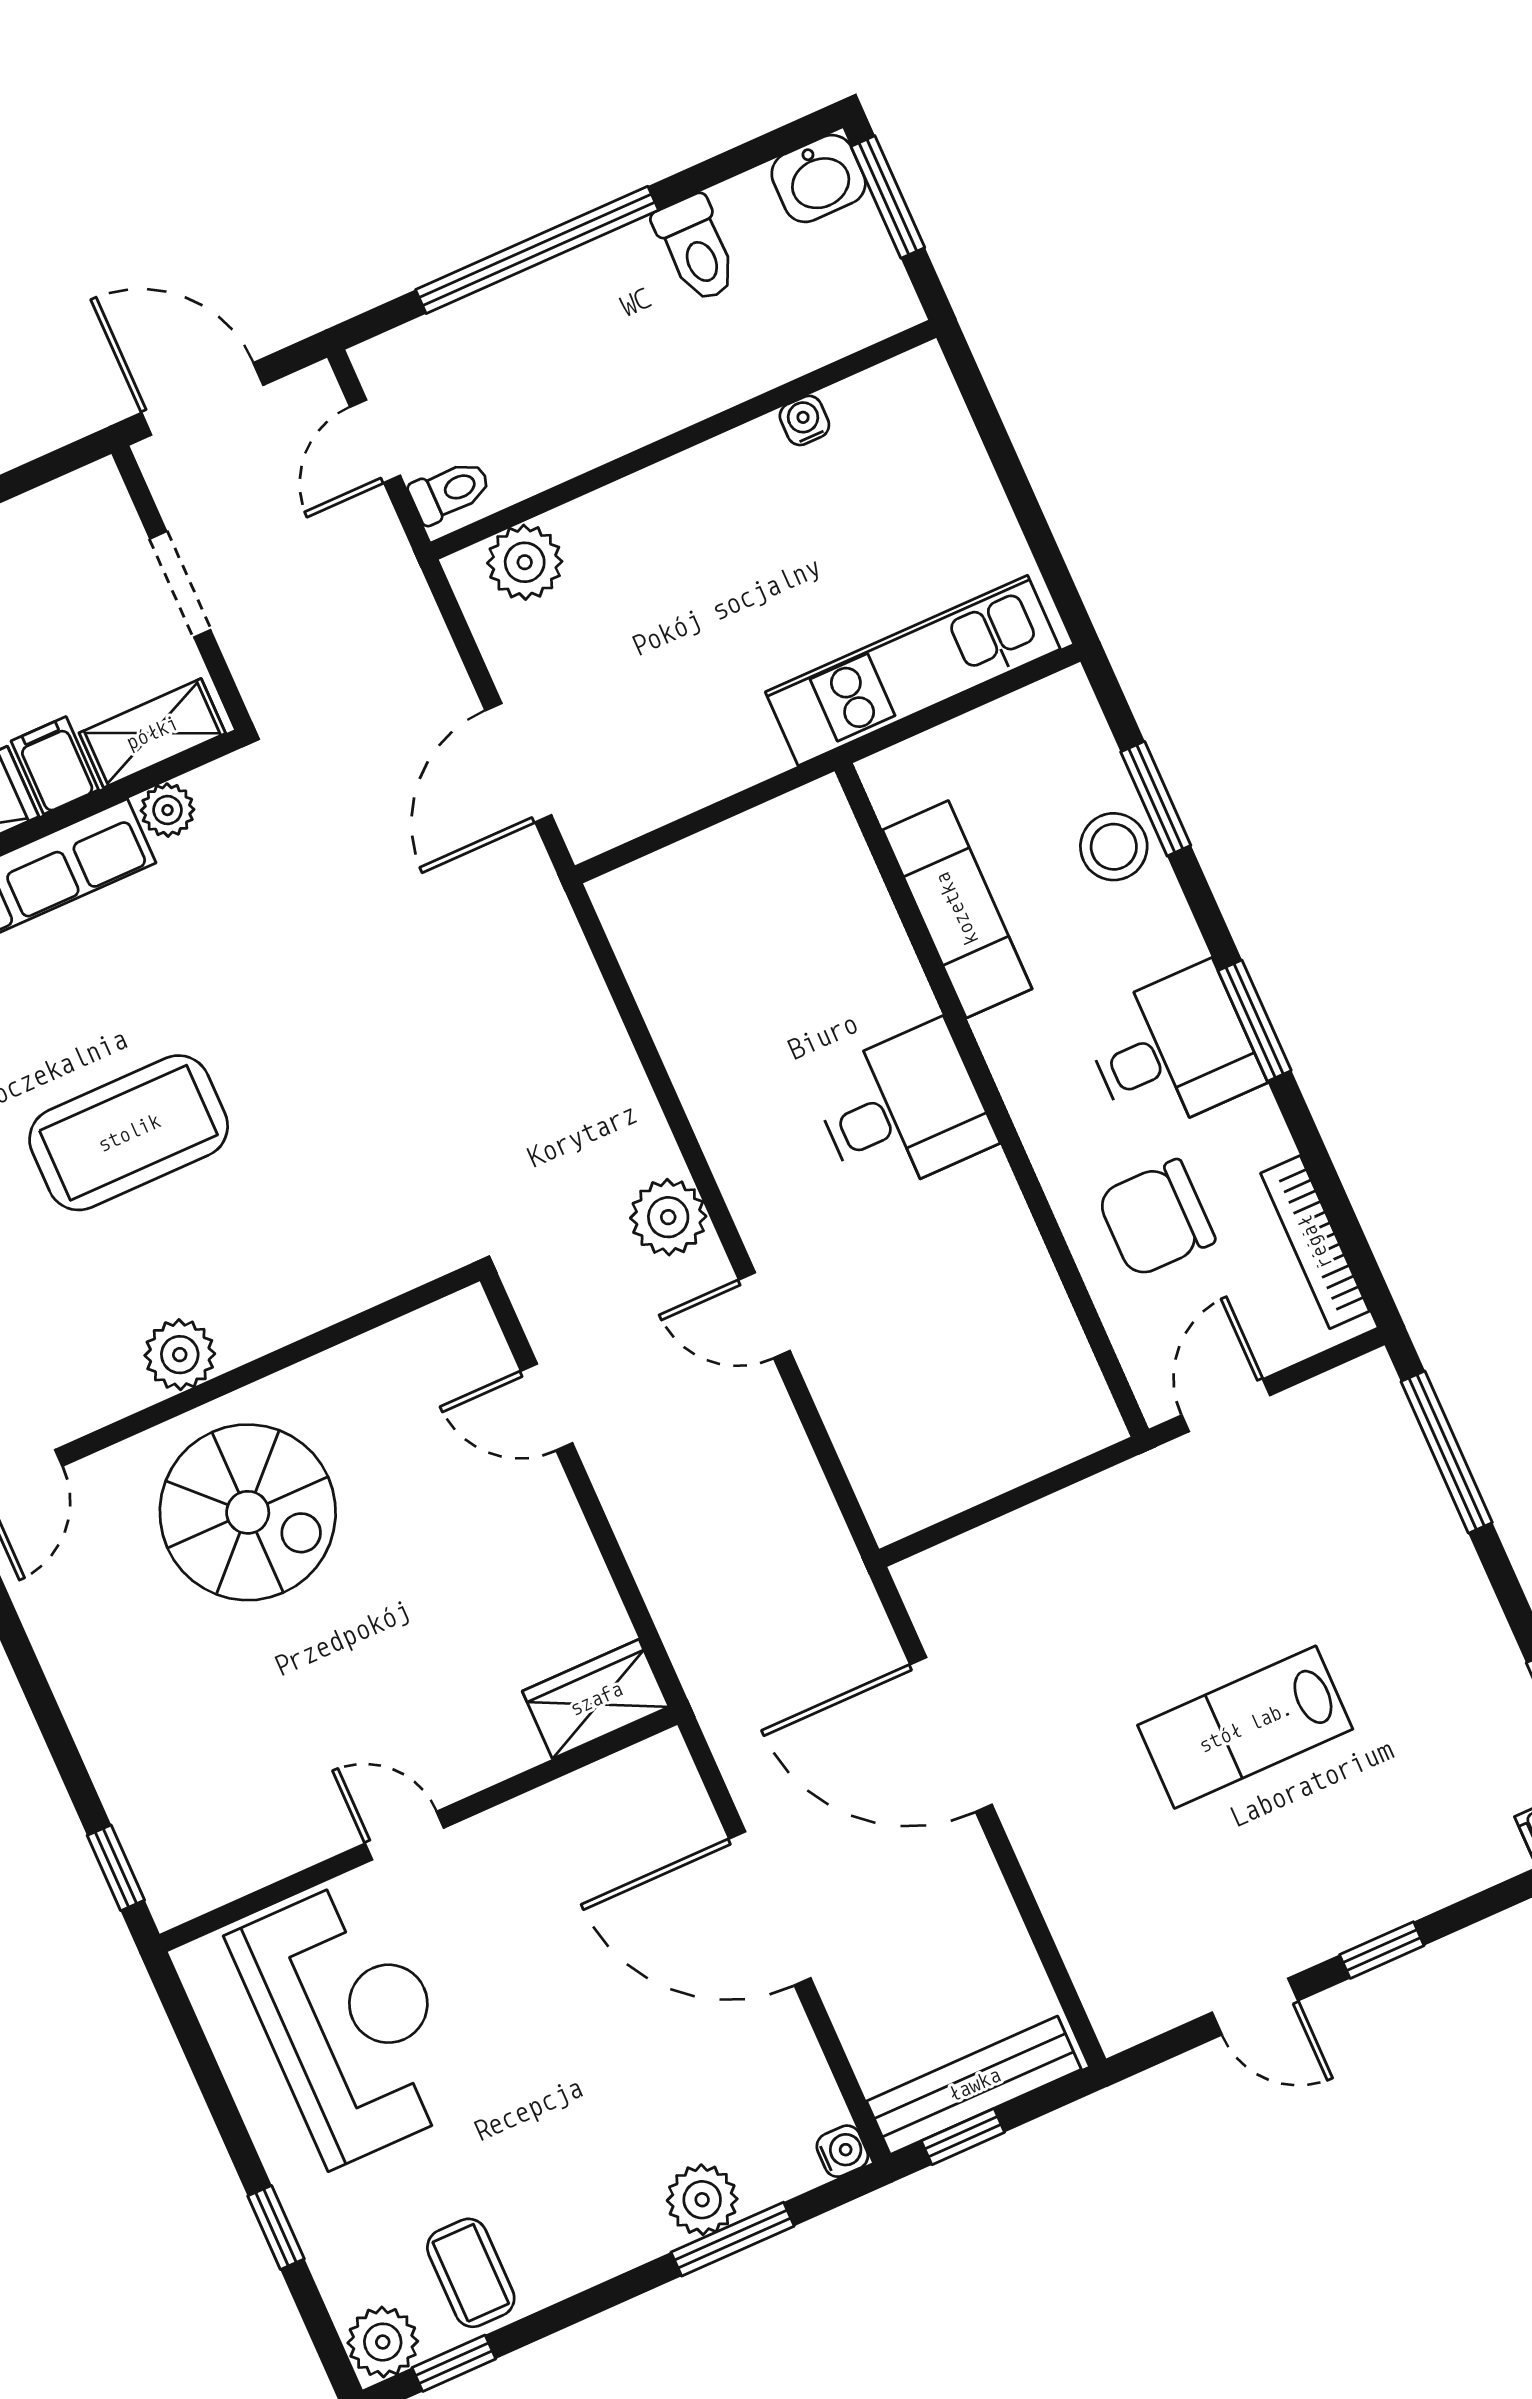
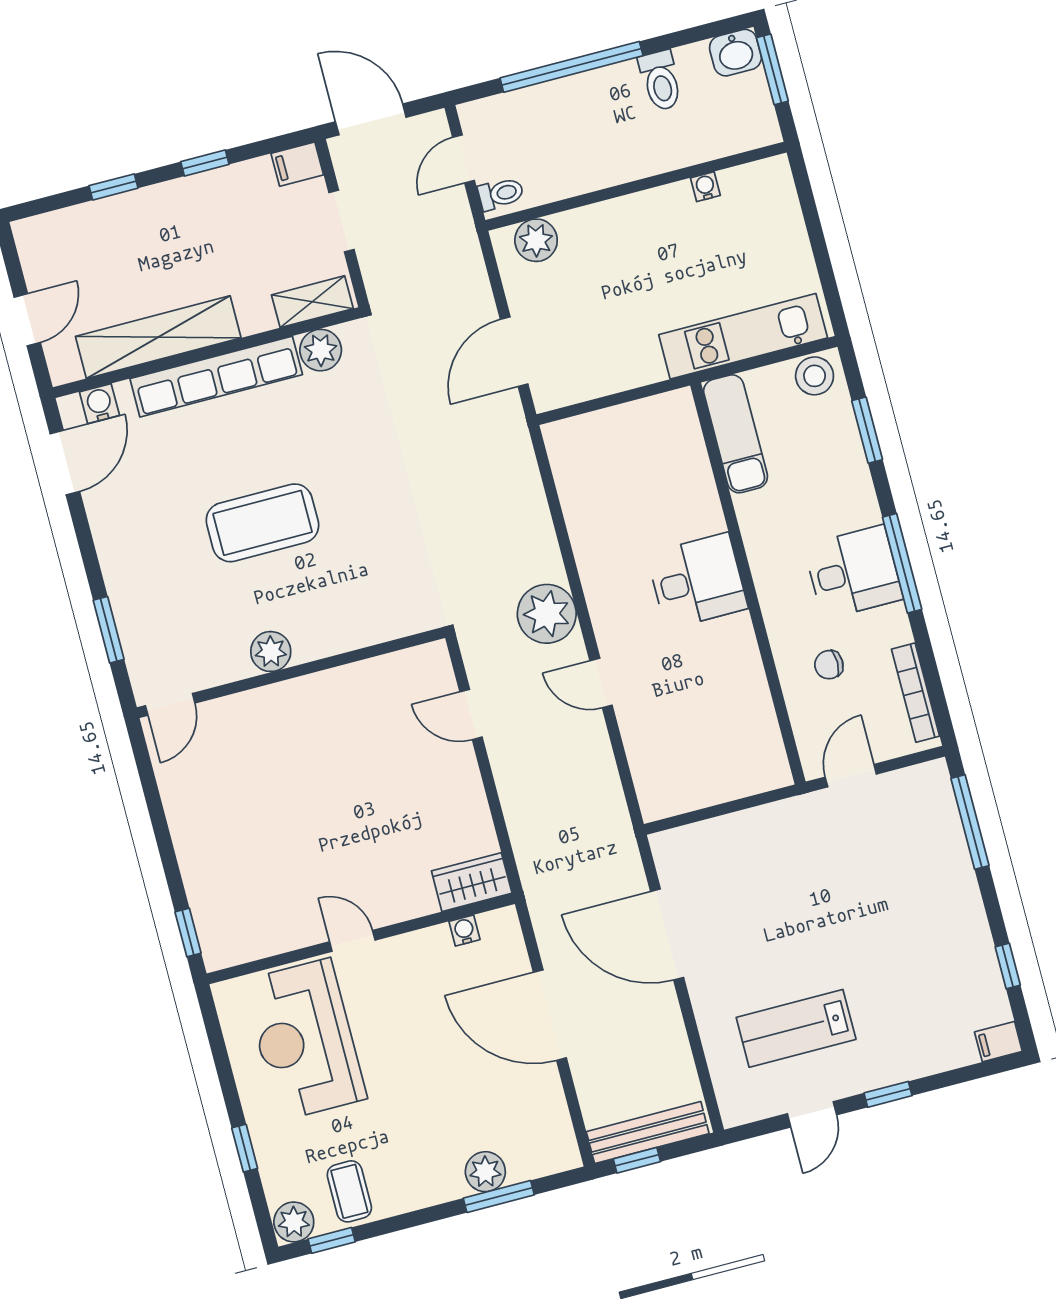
filing cabinet: (55, 765) -> (297, 164), moved, turned -90
plant: (167, 810) -> (321, 350), width x1.38, depth x1.38
stool: (1114, 847) -> (815, 376), moved
exam couch: (957, 909) -> (736, 434), moved
window: (1255, 1021) -> (902, 563), width x1.44
plant: (668, 1217) -> (547, 614), width x1.36, depth x1.36
chair: (1156, 1218) -> (829, 665), width x0.54, depth x0.54
spiral stairs: (248, 1512) -> (294, 746), removed
lab bench: (1245, 1727) -> (796, 1028), moved
door: (1255, 2007) -> (812, 1114), hinge flipped
reception desk: (350, 2021) -> (305, 1039), turned 180
water cooler: (842, 2151) -> (464, 931), moved, turned -90

